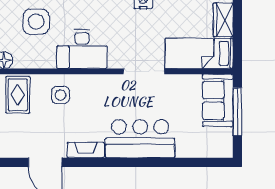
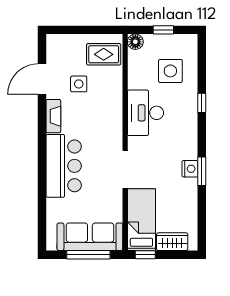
window: (237, 49) -> (145, 255), added
side table: (61, 95) -> (79, 84), moved
sofa: (218, 100) -> (90, 237), width x1.36

